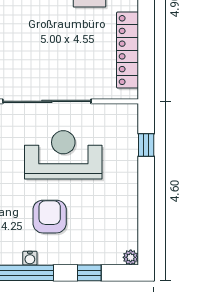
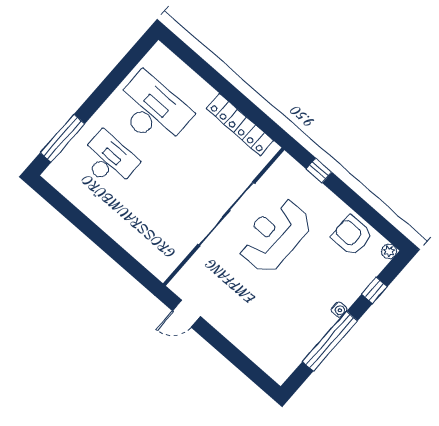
armchair: (50, 217) -> (352, 236), moved
water cooler: (30, 258) -> (339, 310), moved

